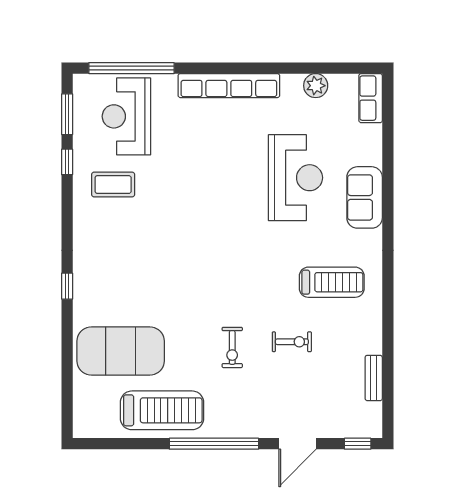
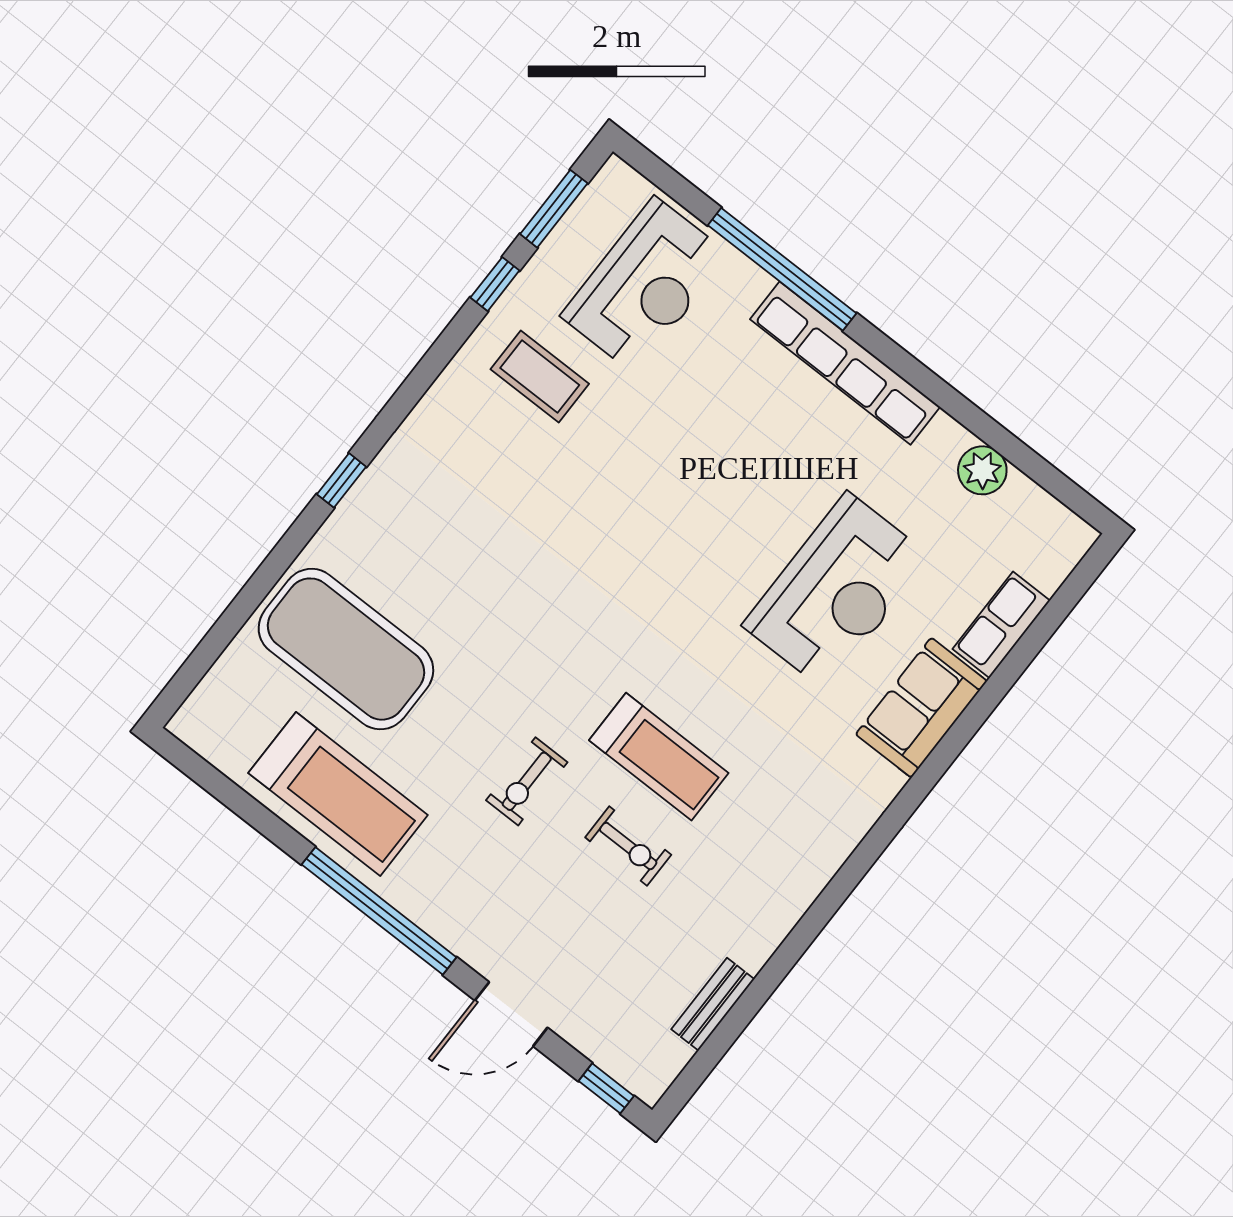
window: (131, 68) -> (782, 269), moved
row of seats: (371, 98) -> (1001, 625), moved
reception desk: (126, 116) -> (645, 285), turned 180
treadmill: (332, 282) -> (659, 757), moved

